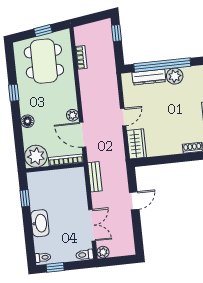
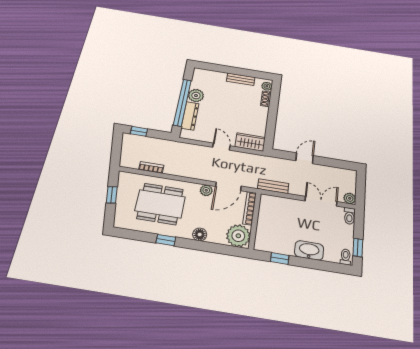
dining table: (44, 61) -> (160, 204), moved
door: (134, 201) -> (305, 158), hinge flipped

